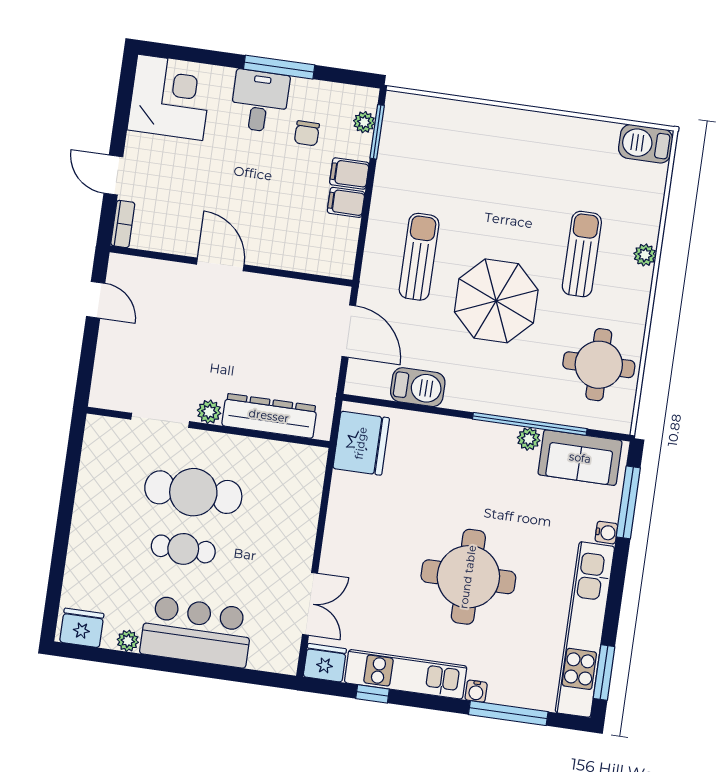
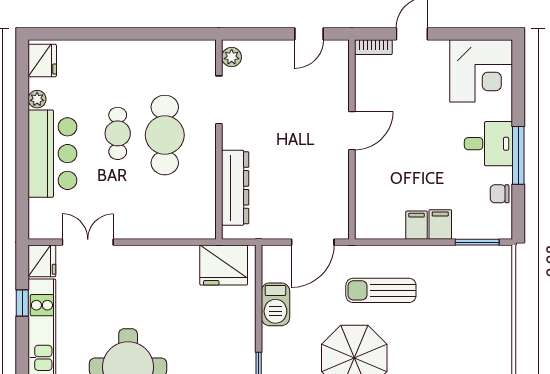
plant: (364, 122) -> (483, 231), removed
chair: (307, 133) -> (500, 194), moved
sun lounger: (419, 257) -> (381, 290), turned 180
plant: (209, 412) -> (232, 57), moved
double door: (310, 604) -> (88, 242), swing flipped

